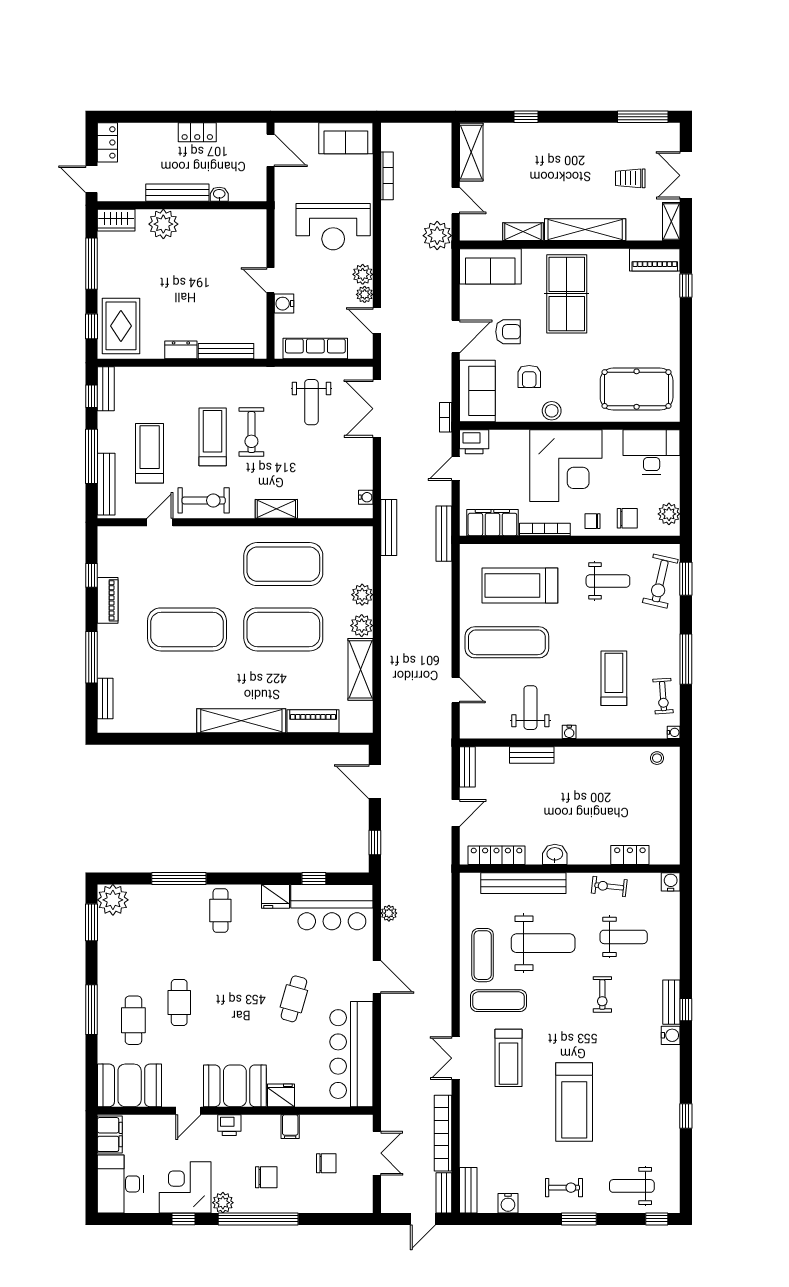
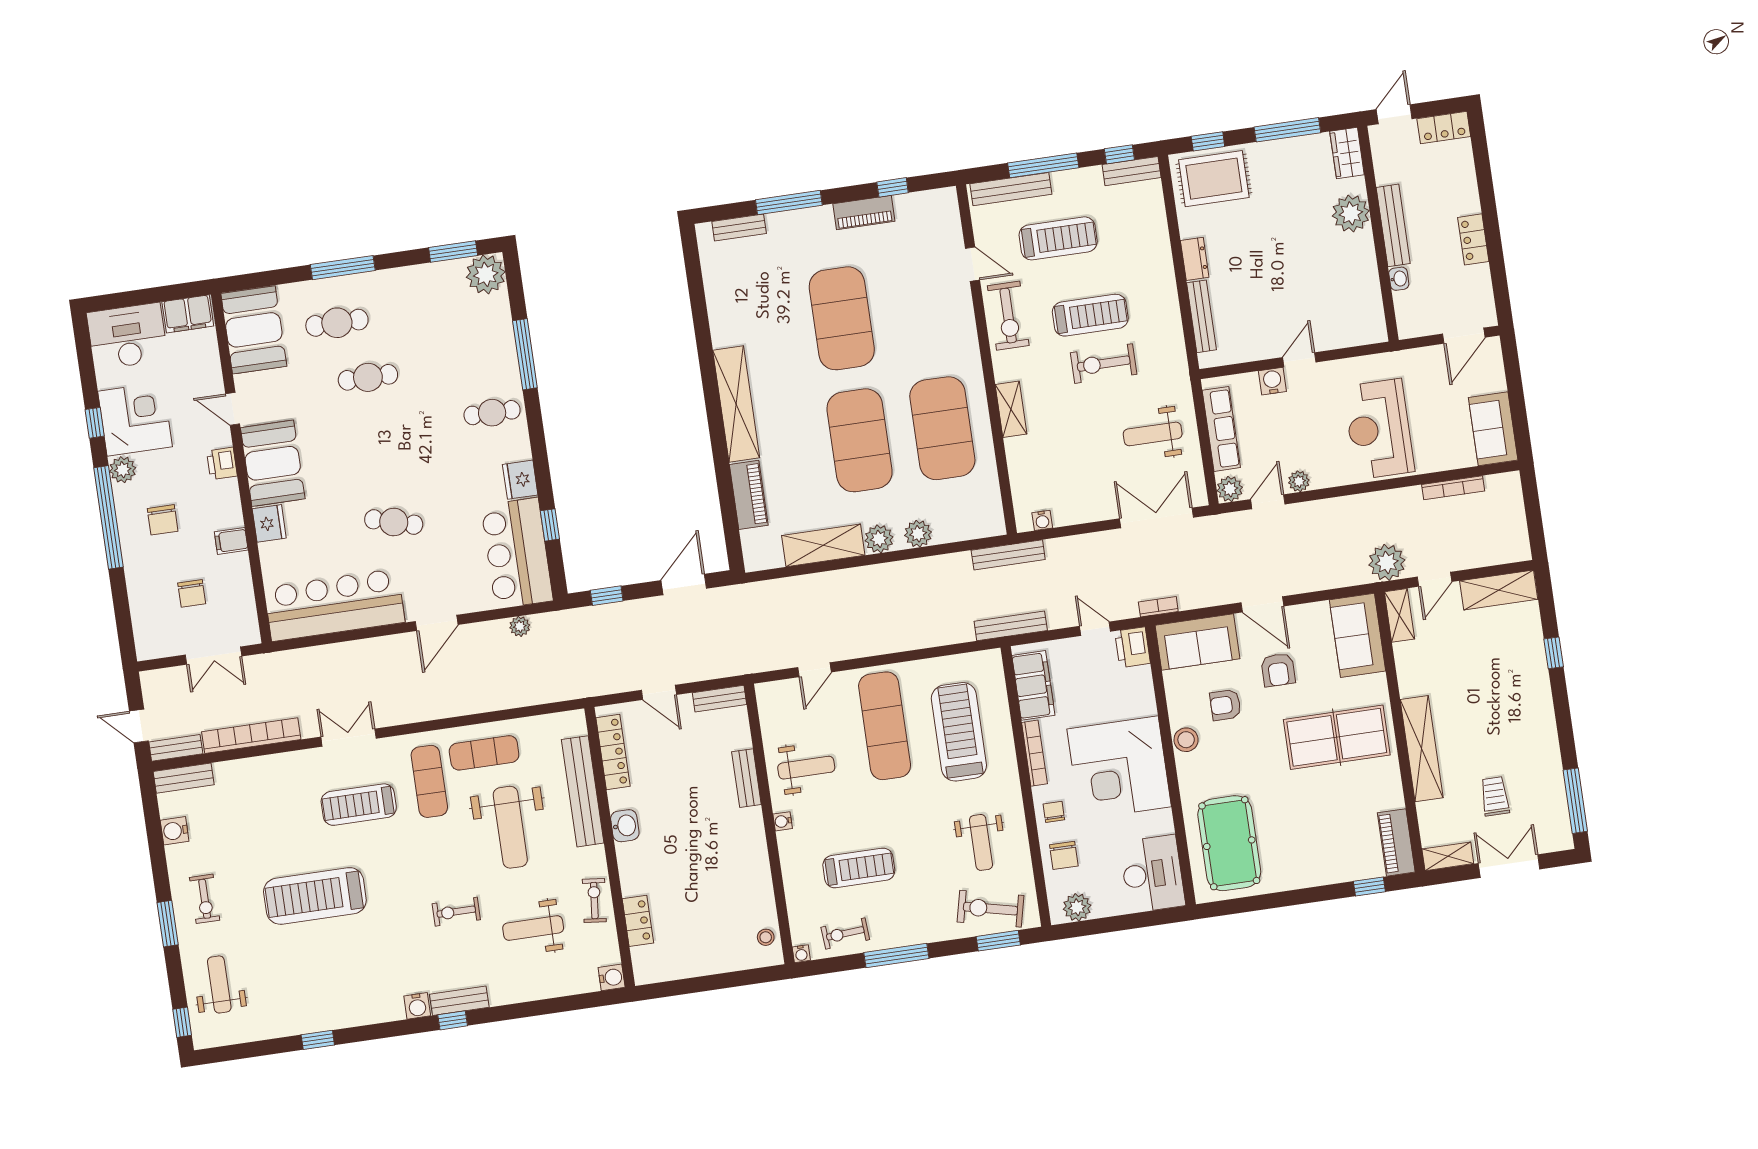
shelving: (523, 232) -> (1399, 615), moved
plant: (363, 274) -> (1230, 489), moved
weight bench: (624, 937) -> (533, 928), turned 90

